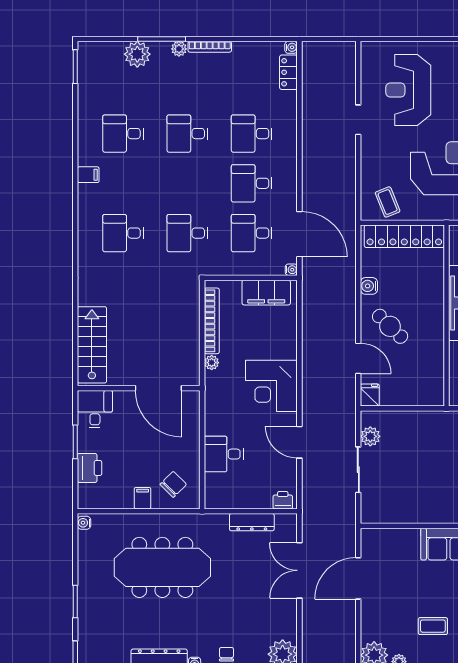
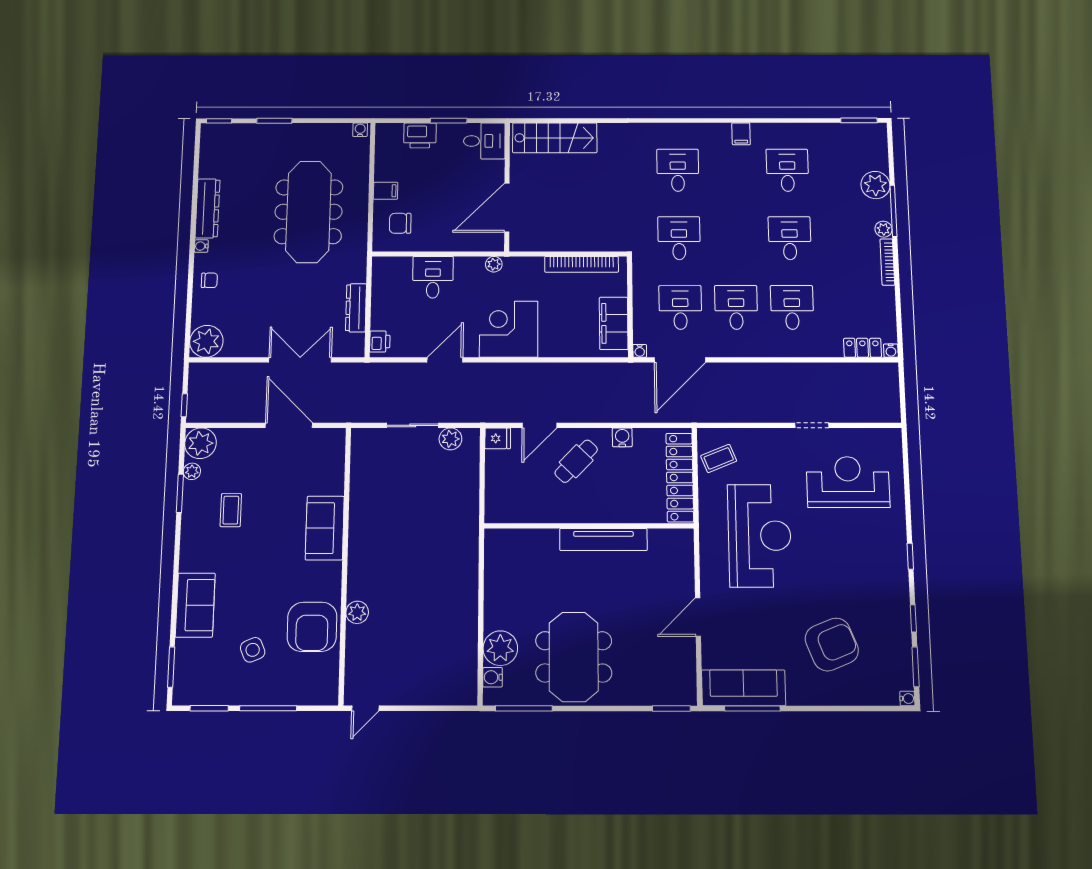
plant: (212, 363) -> (494, 264), moved
chair: (173, 484) -> (400, 223), turned 135

